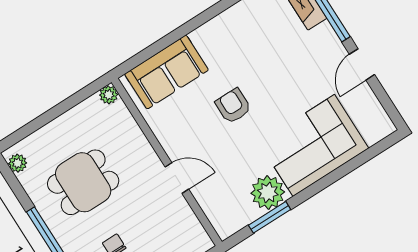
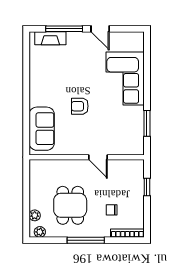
plant: (109, 95) -> (35, 215), moved
door: (177, 178) -> (98, 157), swing flipped
plant: (268, 193) -> (134, 116), removed

